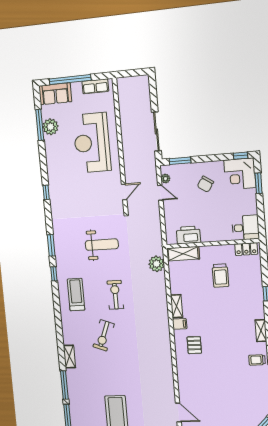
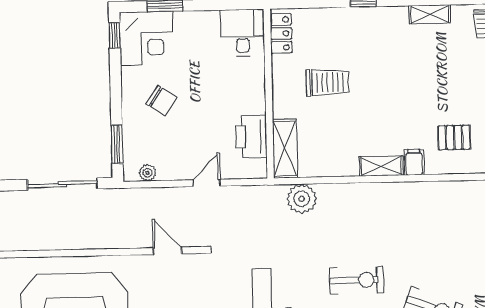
door: (160, 193) -> (206, 183), moved
exercise bike: (115, 295) -> (357, 280), turned 180

